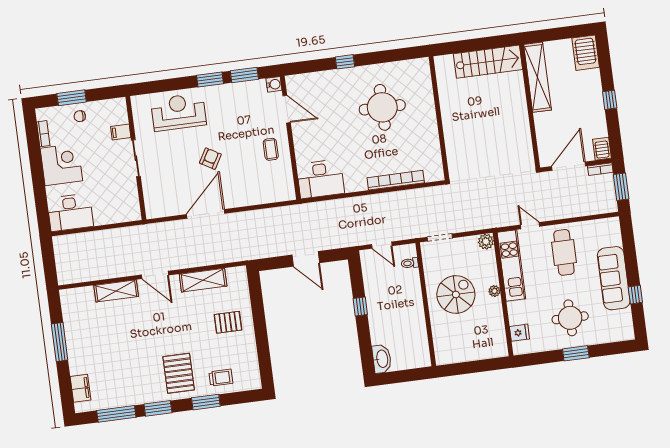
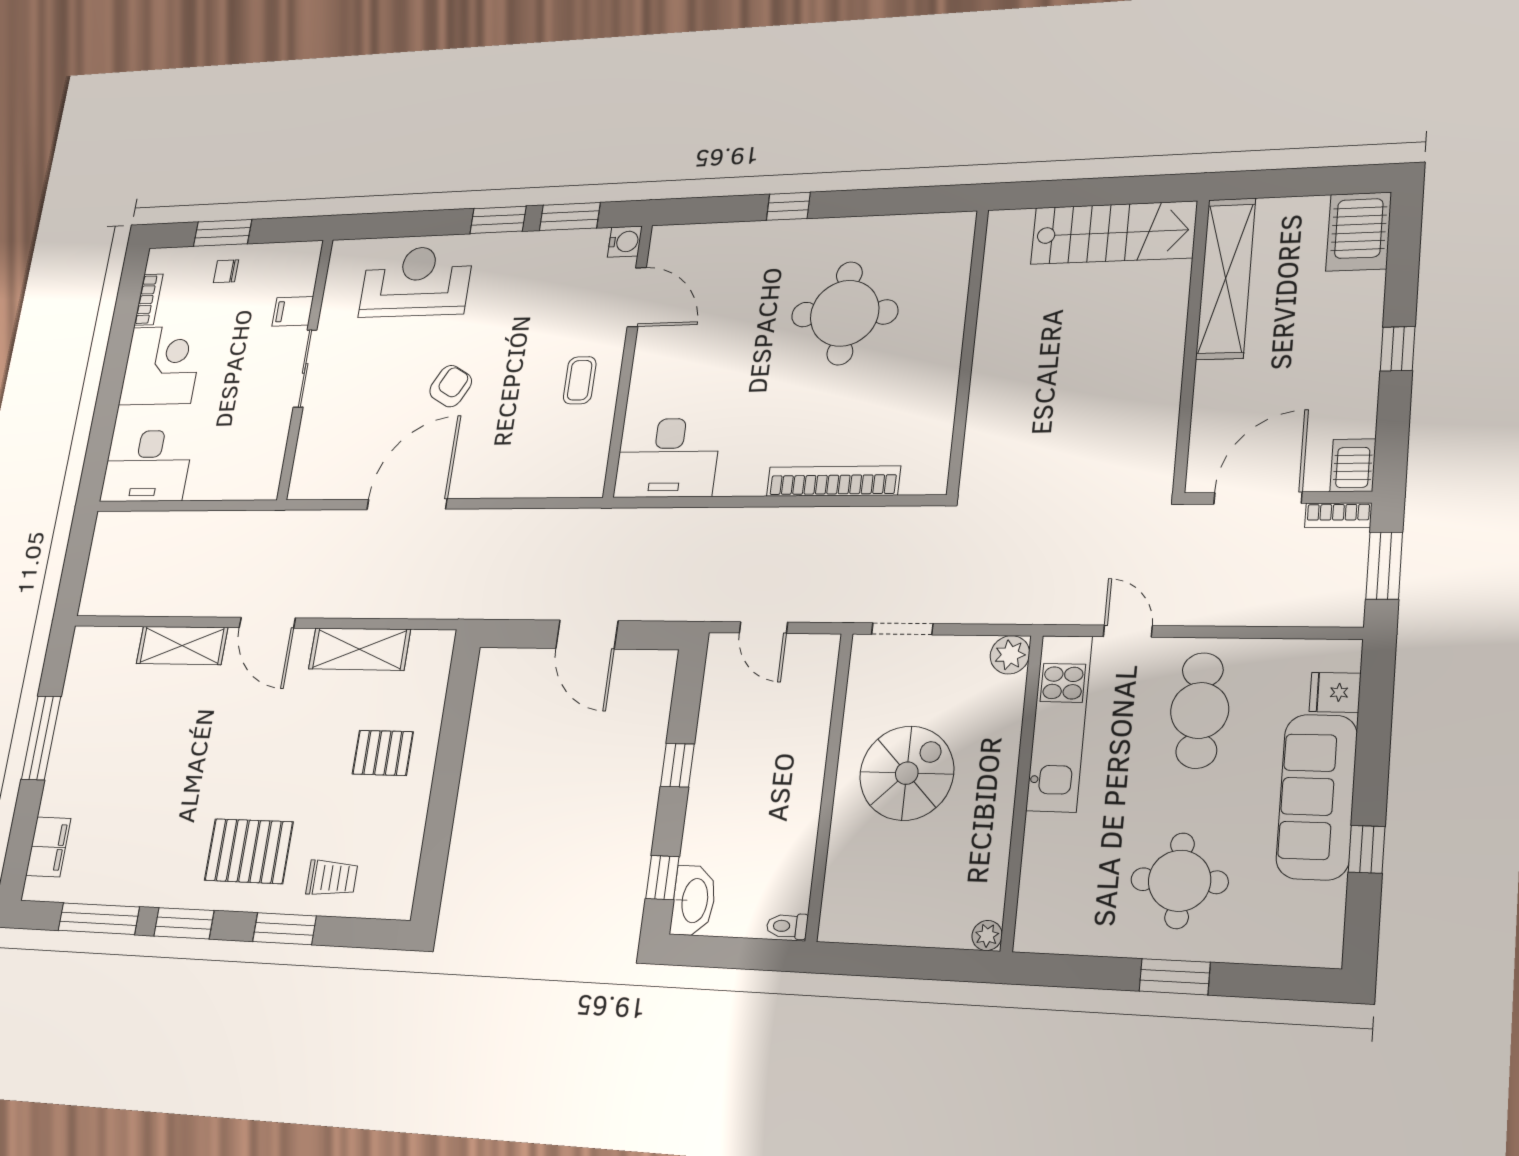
toilet: (410, 263) -> (787, 926), moved
plant: (494, 291) -> (987, 936), moved
fridge: (519, 333) -> (1335, 692), moved, turned 180
window: (366, 352) -> (662, 878), added
pallet: (179, 373) -> (249, 851), turned 90

